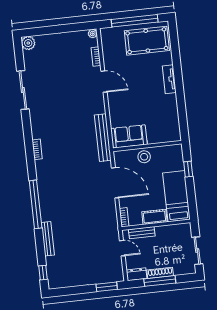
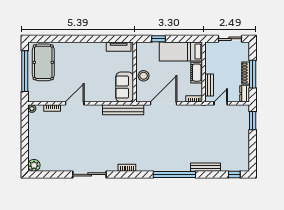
tv unit: (169, 79) -> (119, 47), moved
sliding door: (23, 90) -> (90, 174), moved

